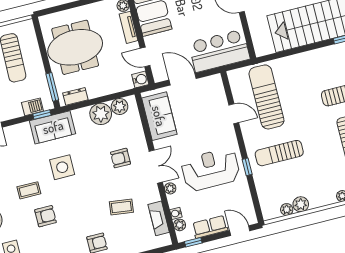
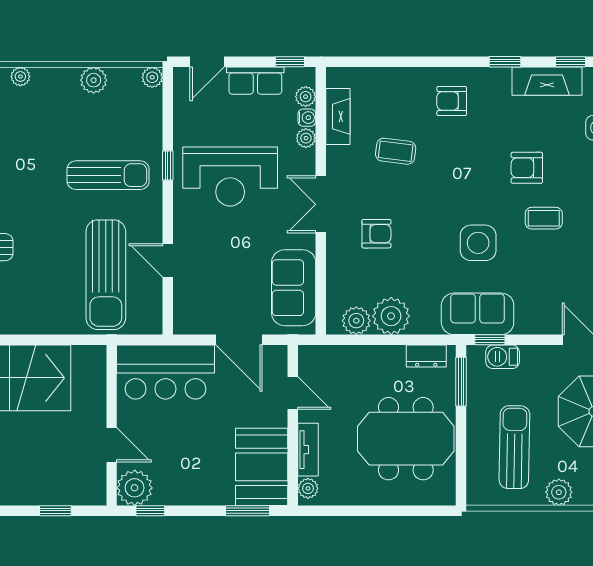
water cooler: (140, 79) -> (310, 357), removed
plant: (170, 188) -> (306, 138), moved
plant: (287, 210) -> (152, 77), moved
door: (240, 231) -> (207, 62), hinge flipped

